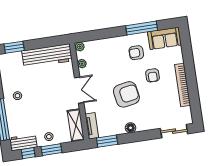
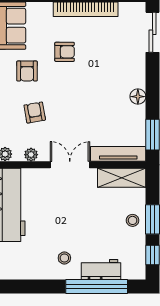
armchair: (126, 94) -> (35, 113), moved, width x0.53, depth x0.53
tv unit: (92, 126) -> (118, 154), width x1.41
workbench: (23, 142) -> (101, 269), moved, turned 90

